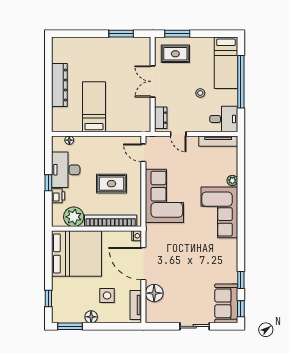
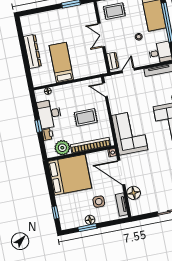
door: (178, 134) -> (128, 70), swing flipped
corner sofa: (164, 196) -> (130, 133), moved
window: (70, 326) -> (87, 228), moved

